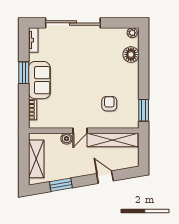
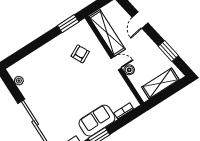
plant: (132, 33) -> (19, 81), moved
floor lamp: (131, 55) -> (31, 62), removed
armchair: (109, 104) -> (80, 54), turned 153

